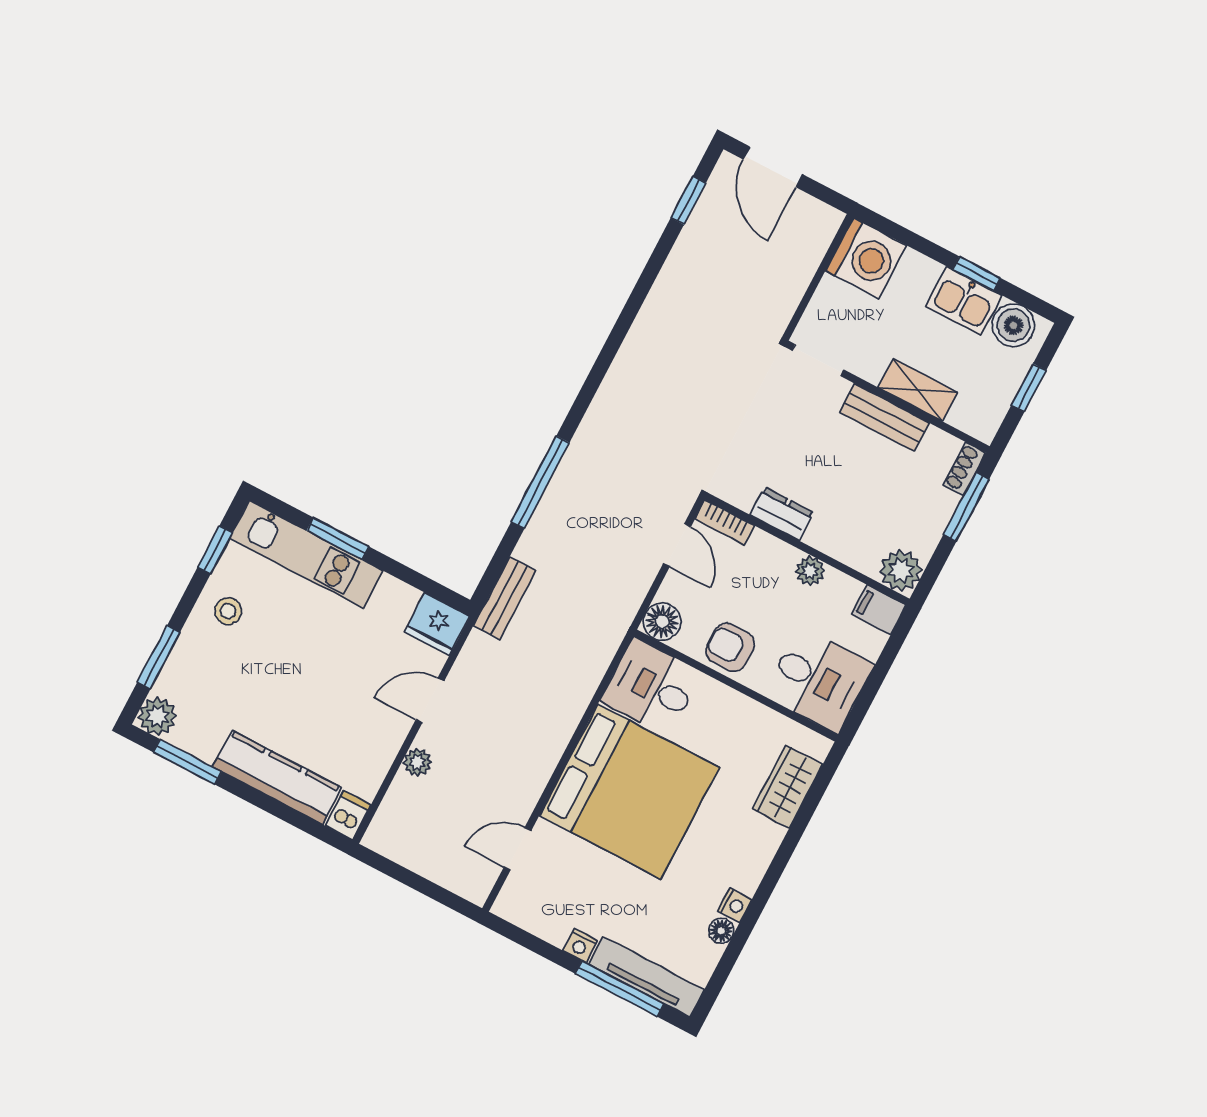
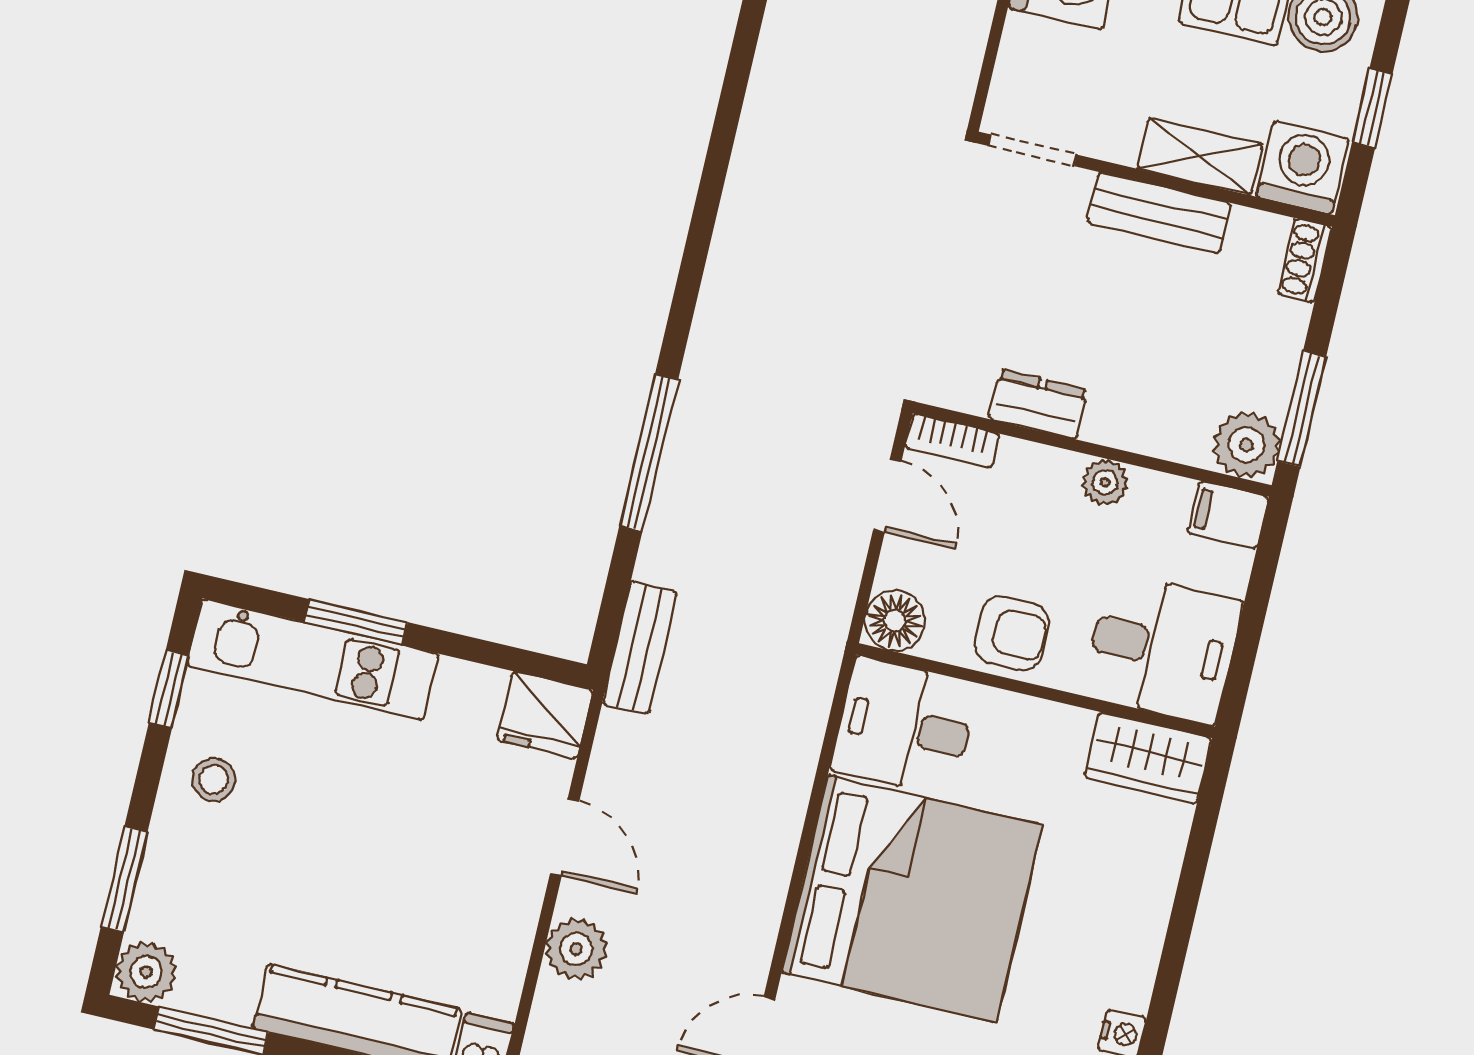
washing machine: (978, 413) -> (1303, 168), added
window: (966, 507) -> (1302, 409), moved
armchair: (730, 647) -> (1011, 633), turned 180
door: (430, 701) -> (565, 837), swing flipped
plant: (417, 762) -> (576, 949), width x1.38, depth x1.38
wardrobe: (787, 786) -> (1148, 758), moved, turned -90

